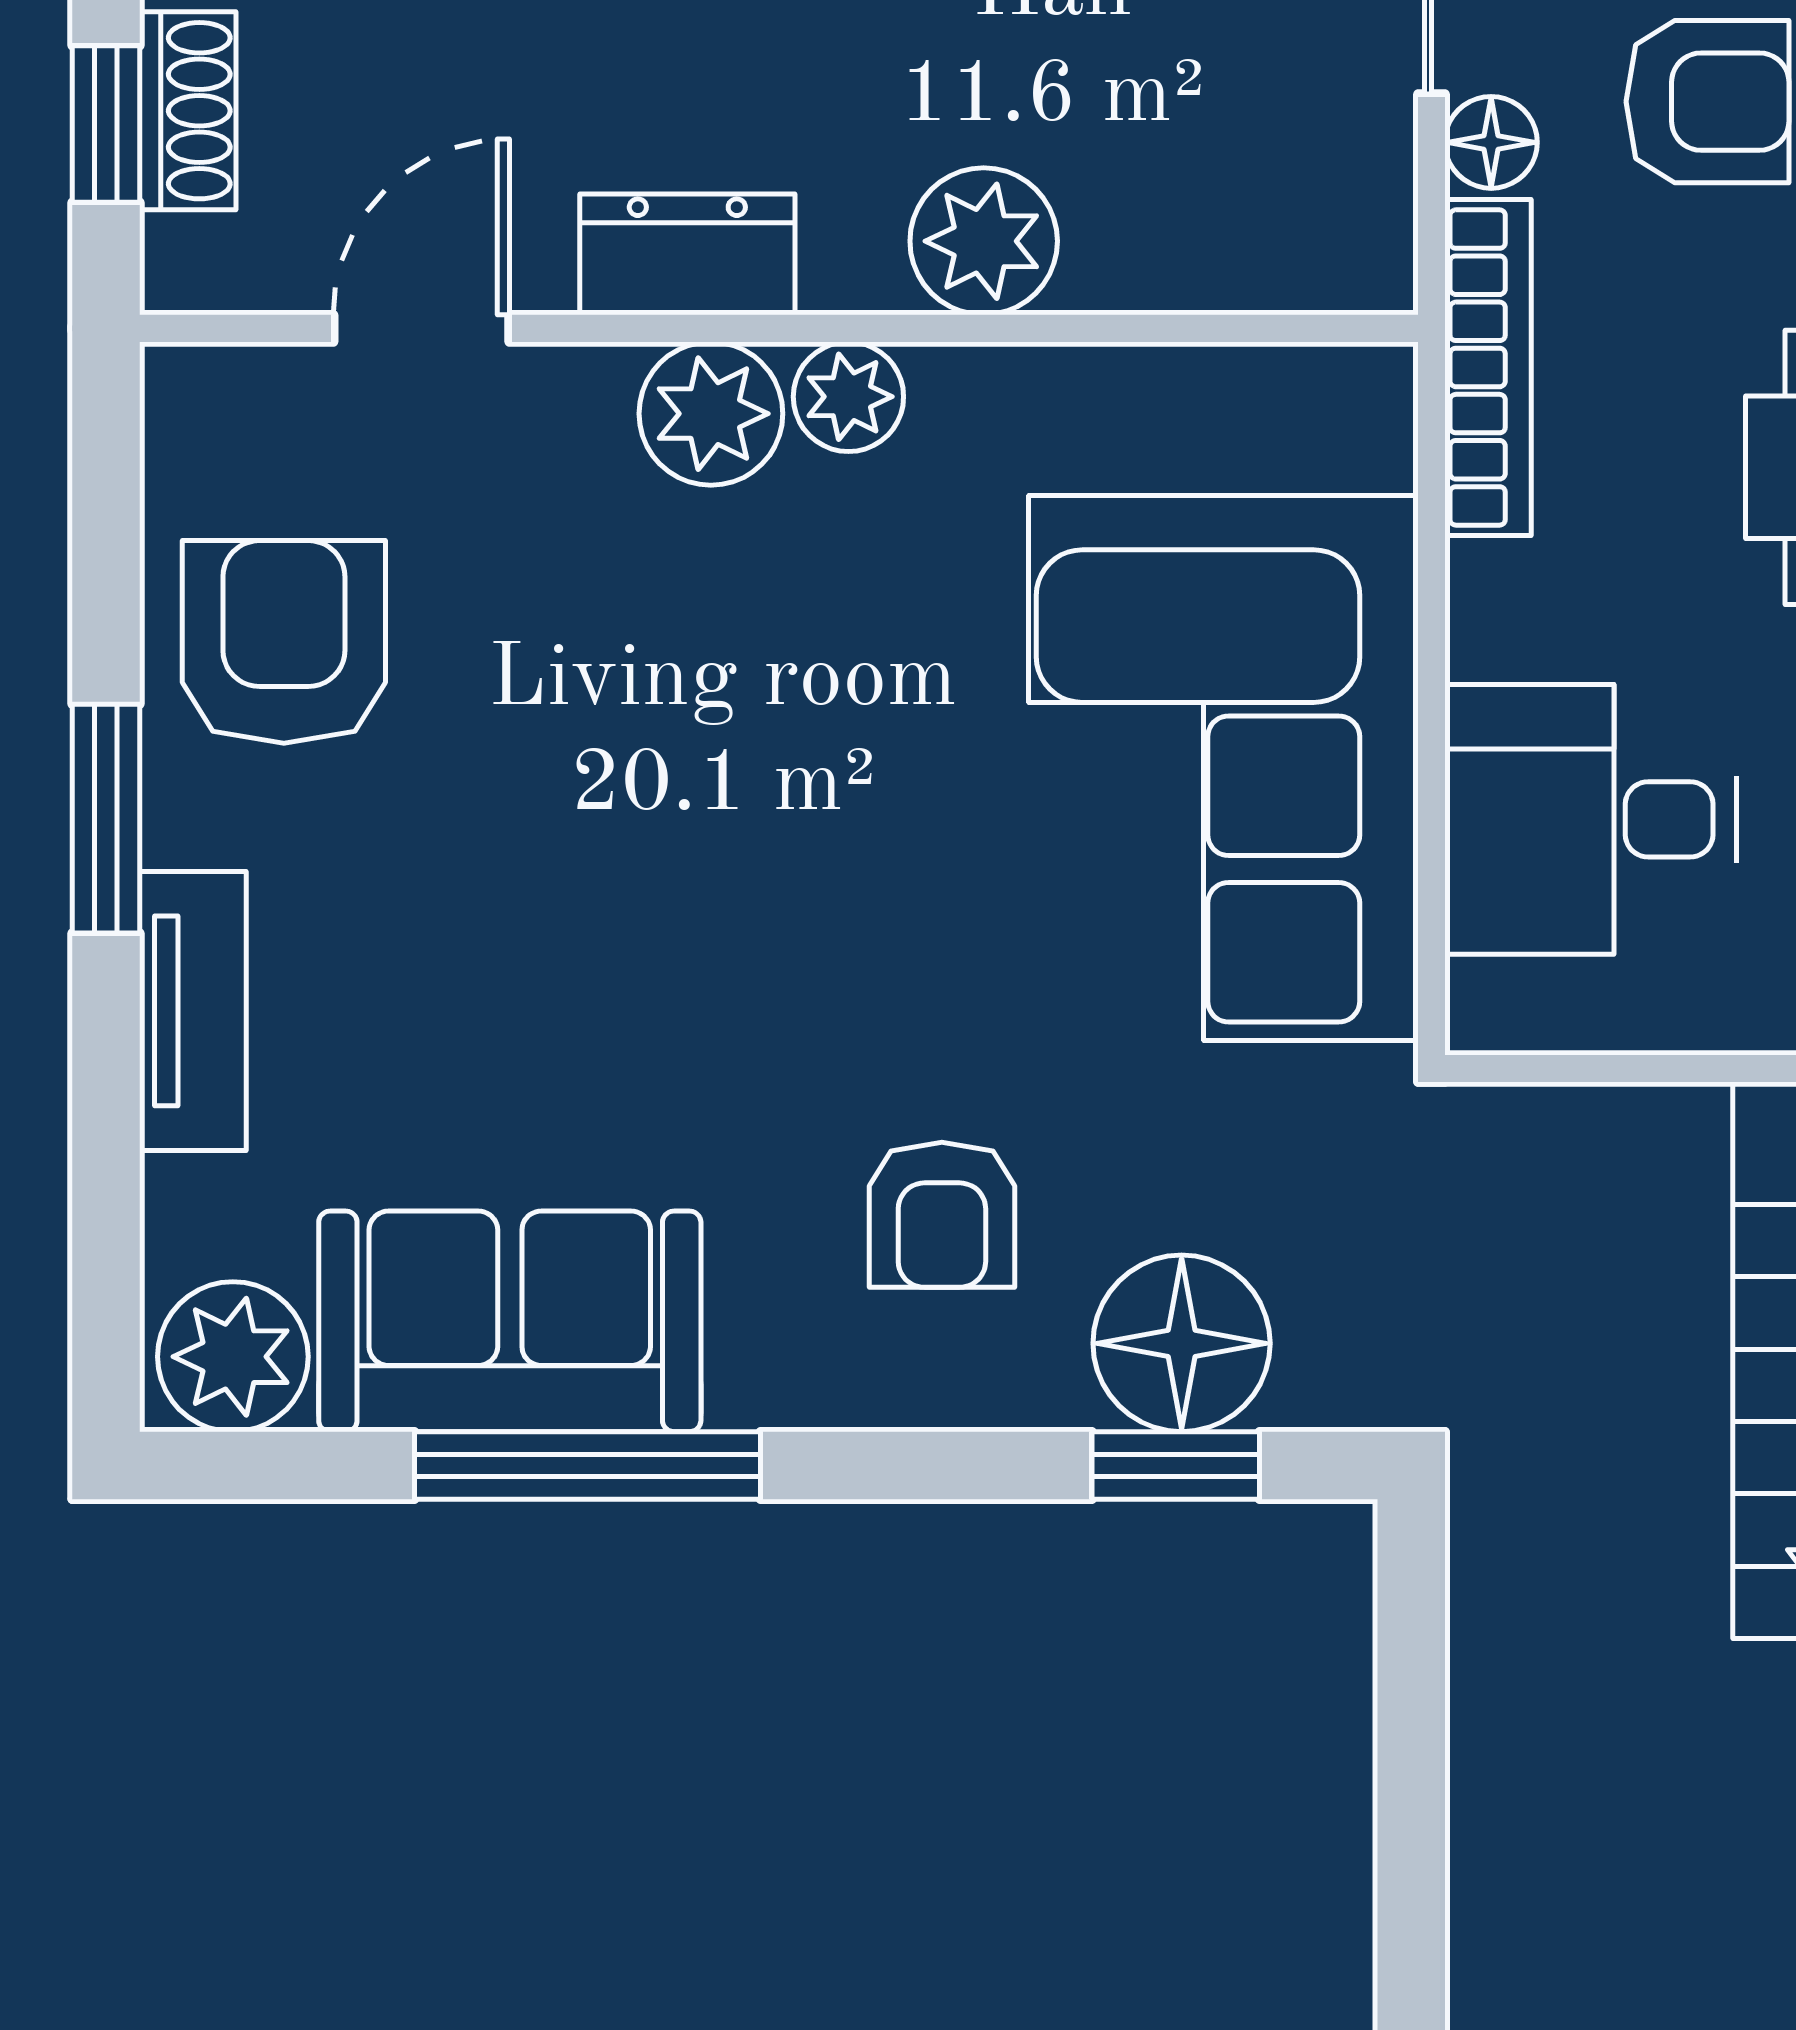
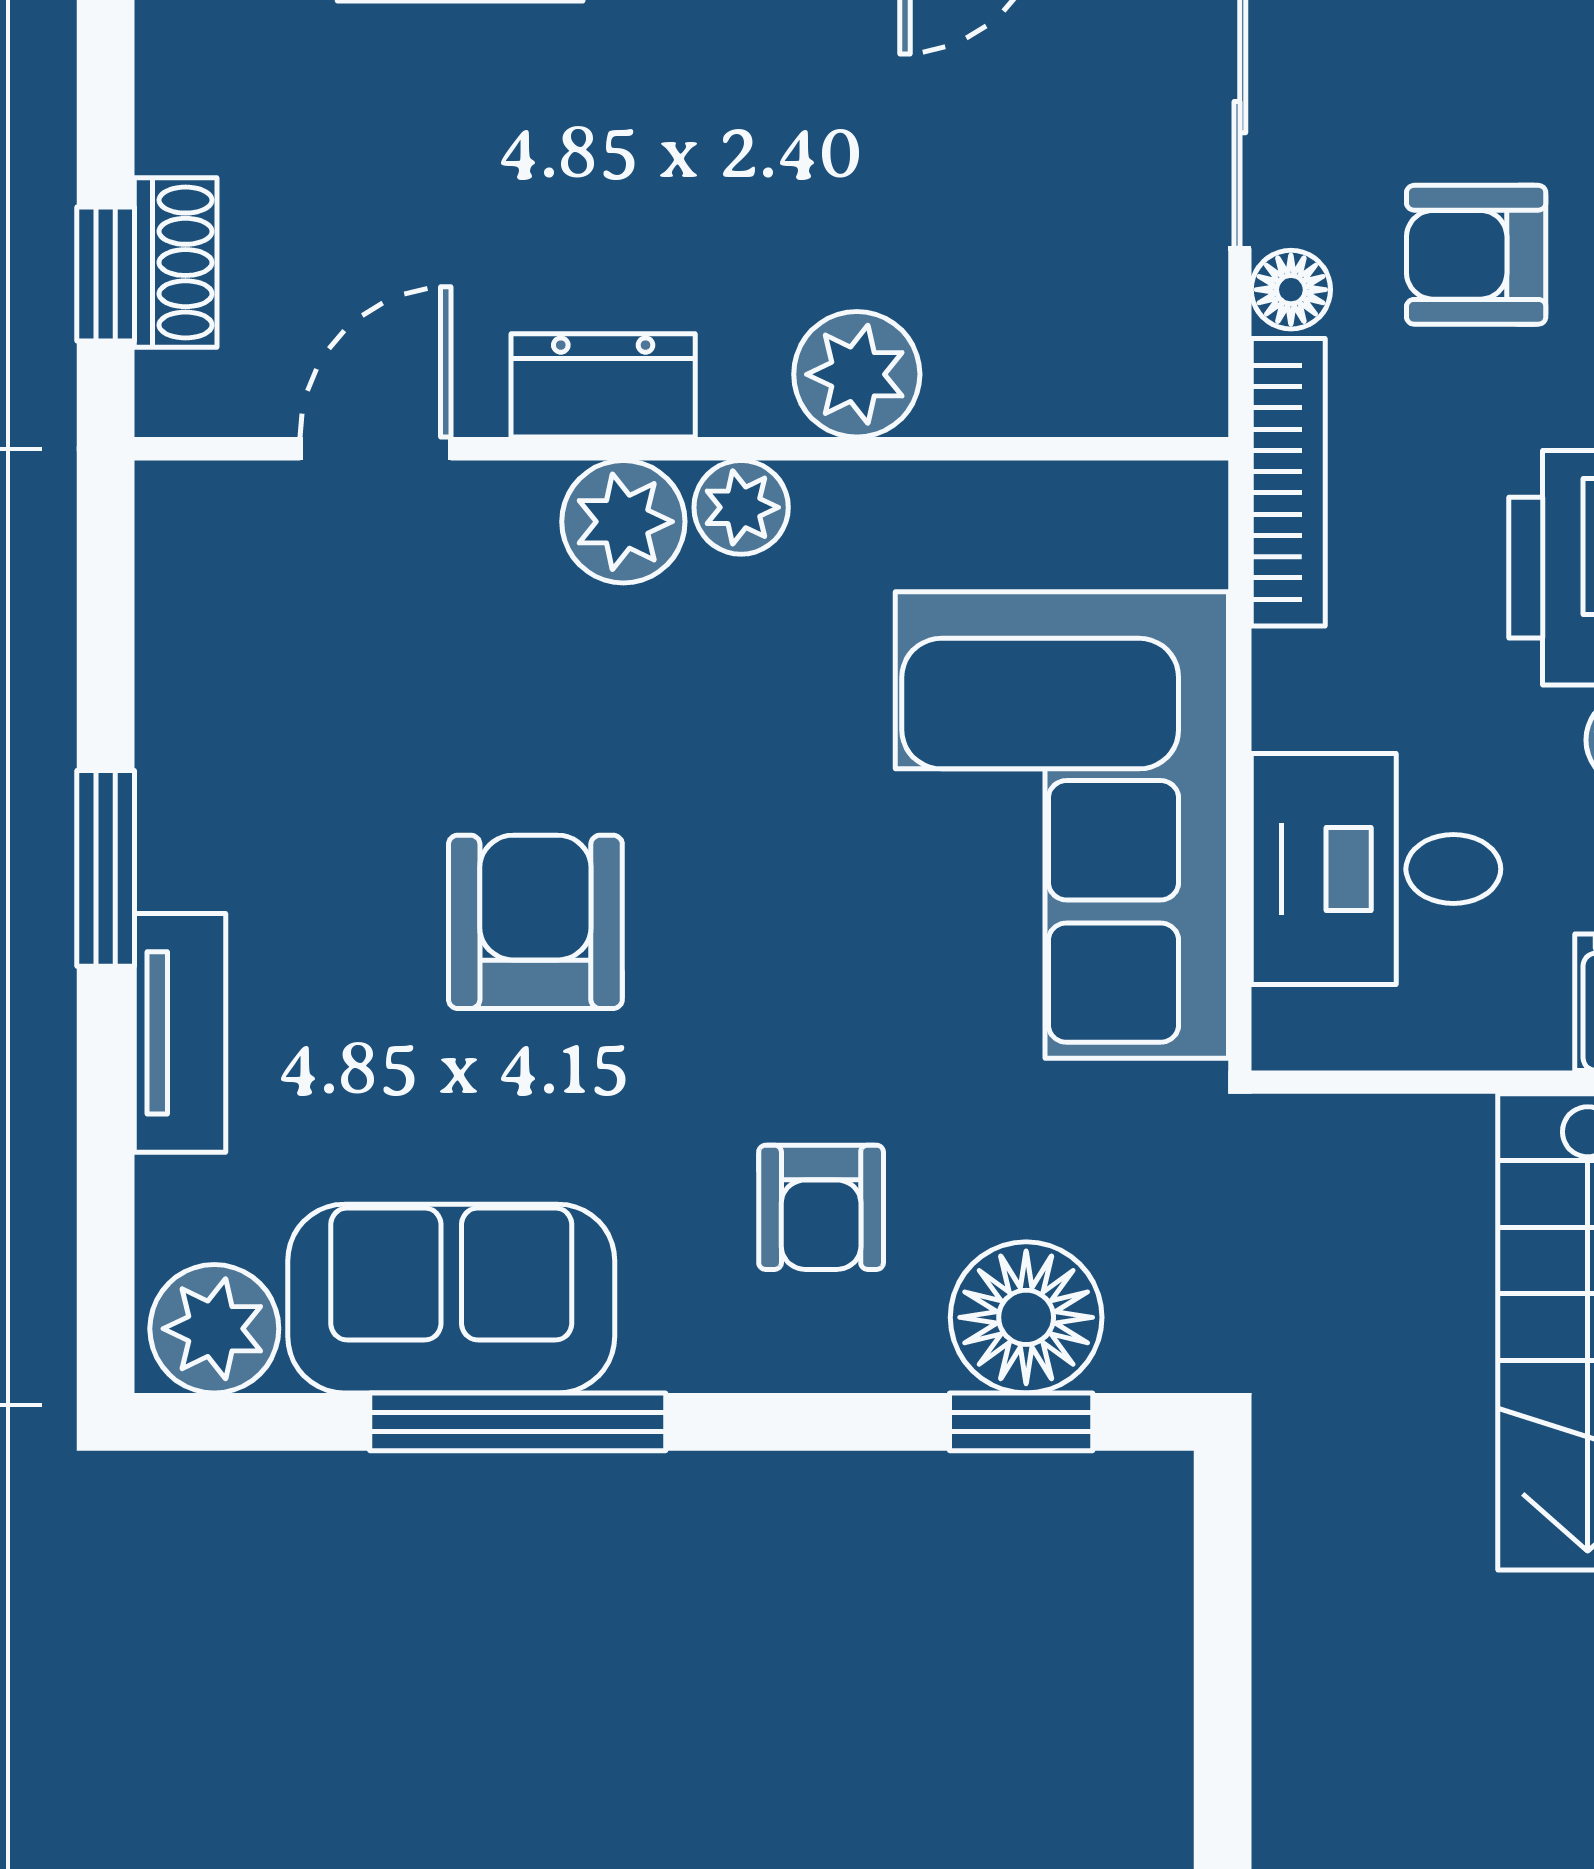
armchair: (1707, 102) -> (1476, 255), turned 180
armchair: (284, 642) -> (535, 922), moved

